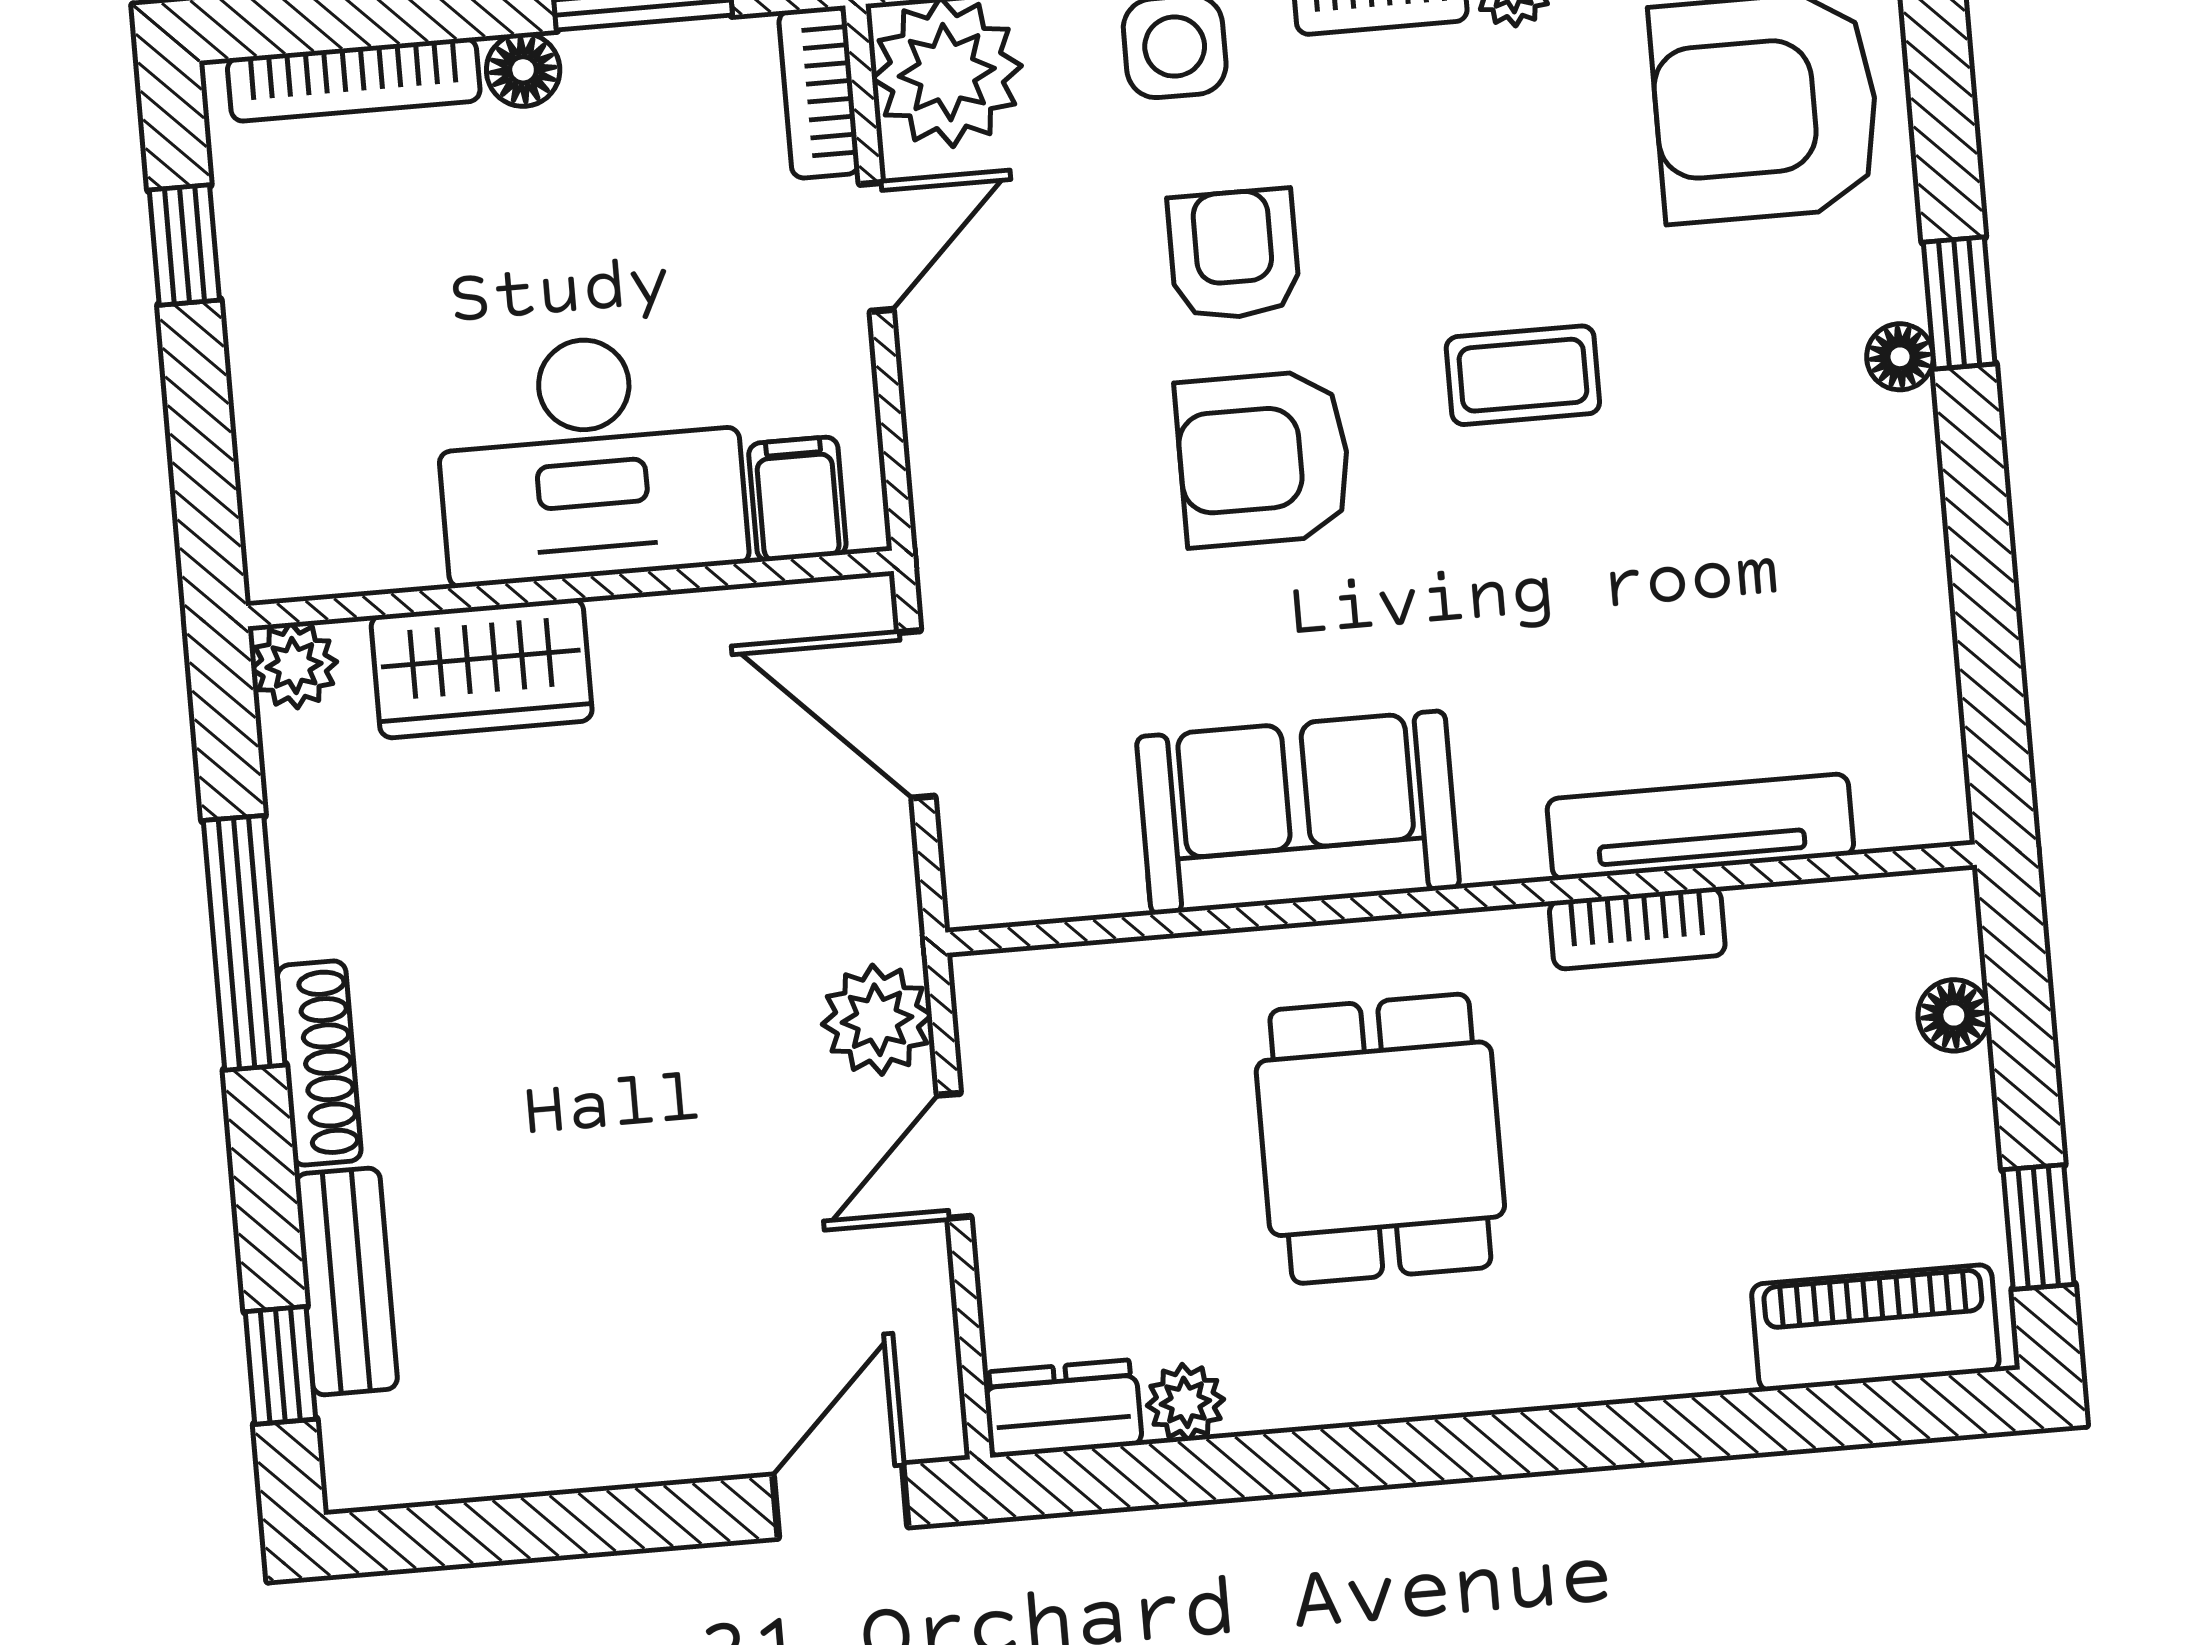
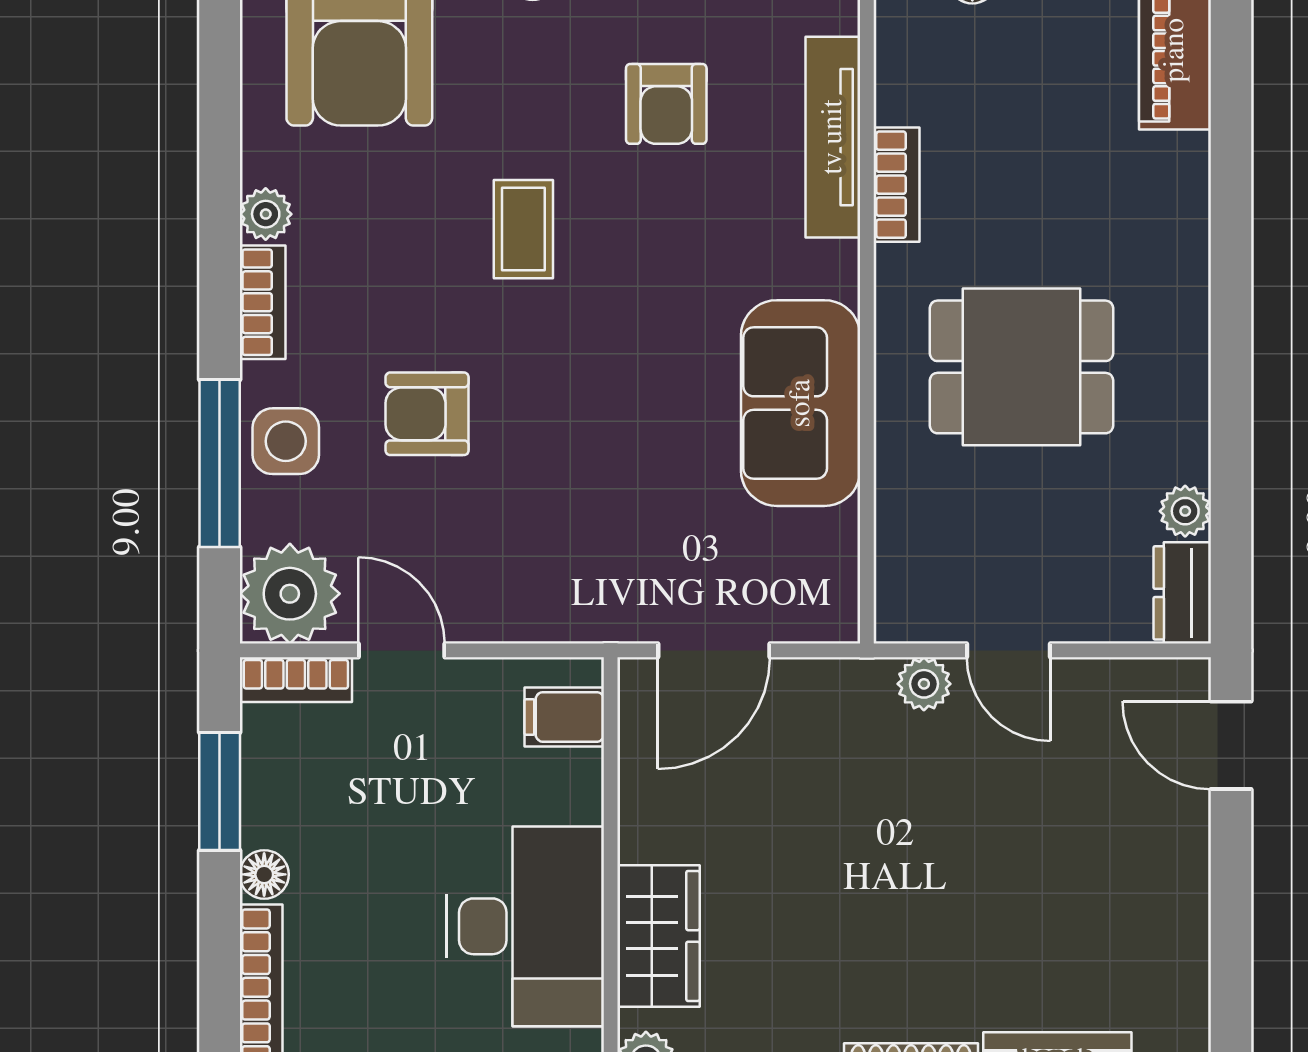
desk: (590, 458) -> (525, 926), moved
armchair: (1264, 459) -> (666, 104), moved, width x0.72, depth x0.72
plant: (877, 1020) -> (924, 684), width x0.73, depth x0.73

